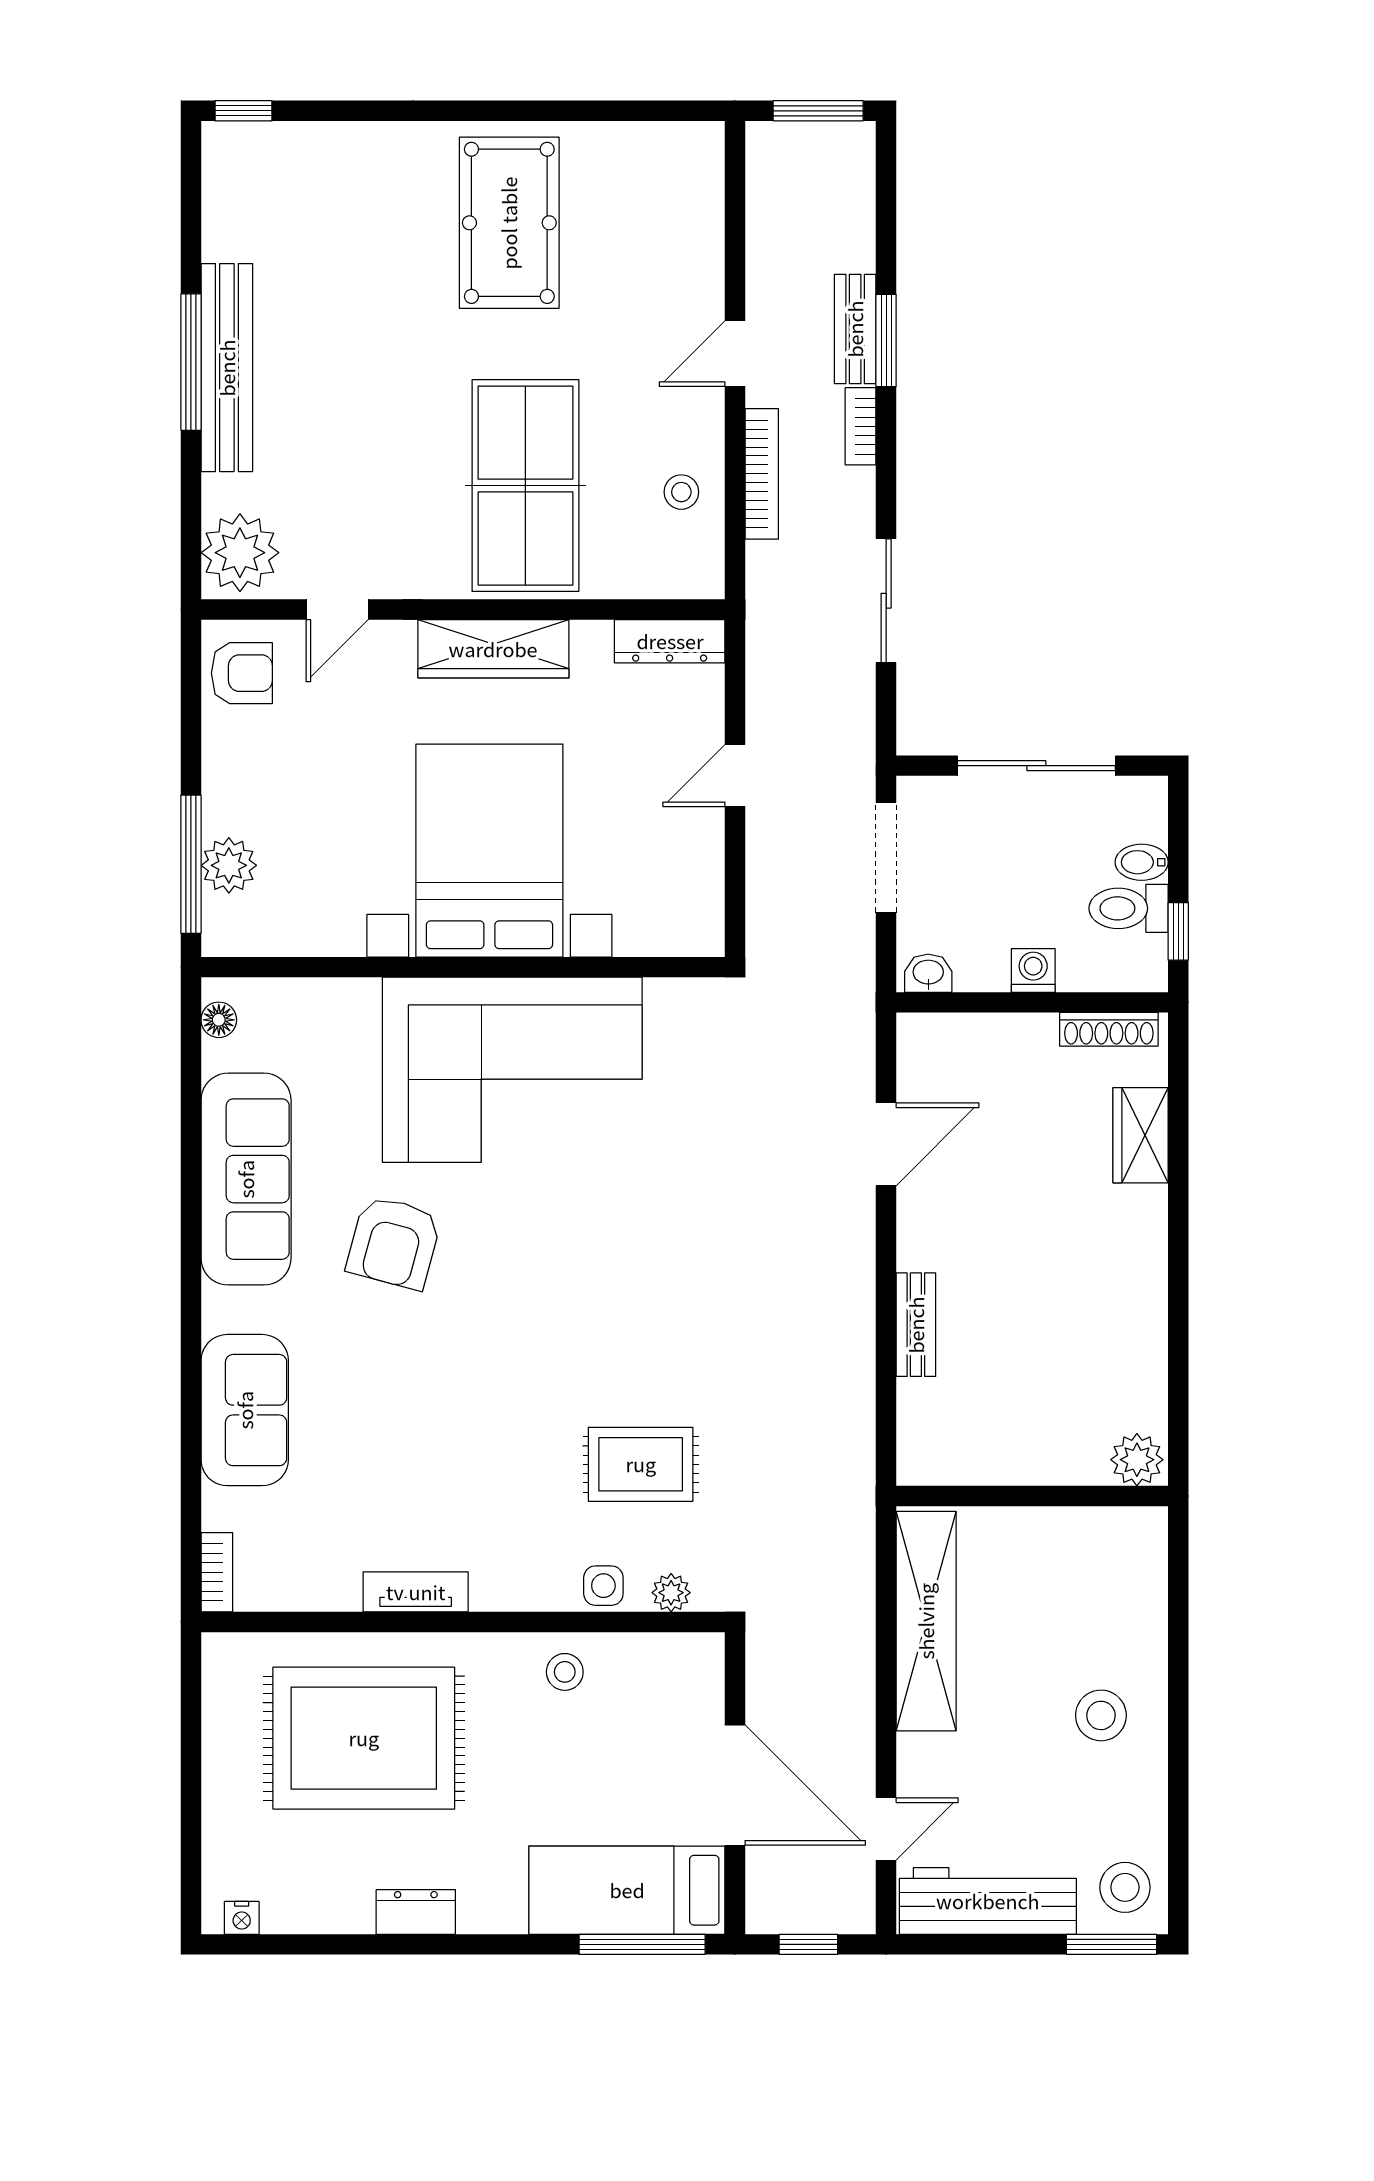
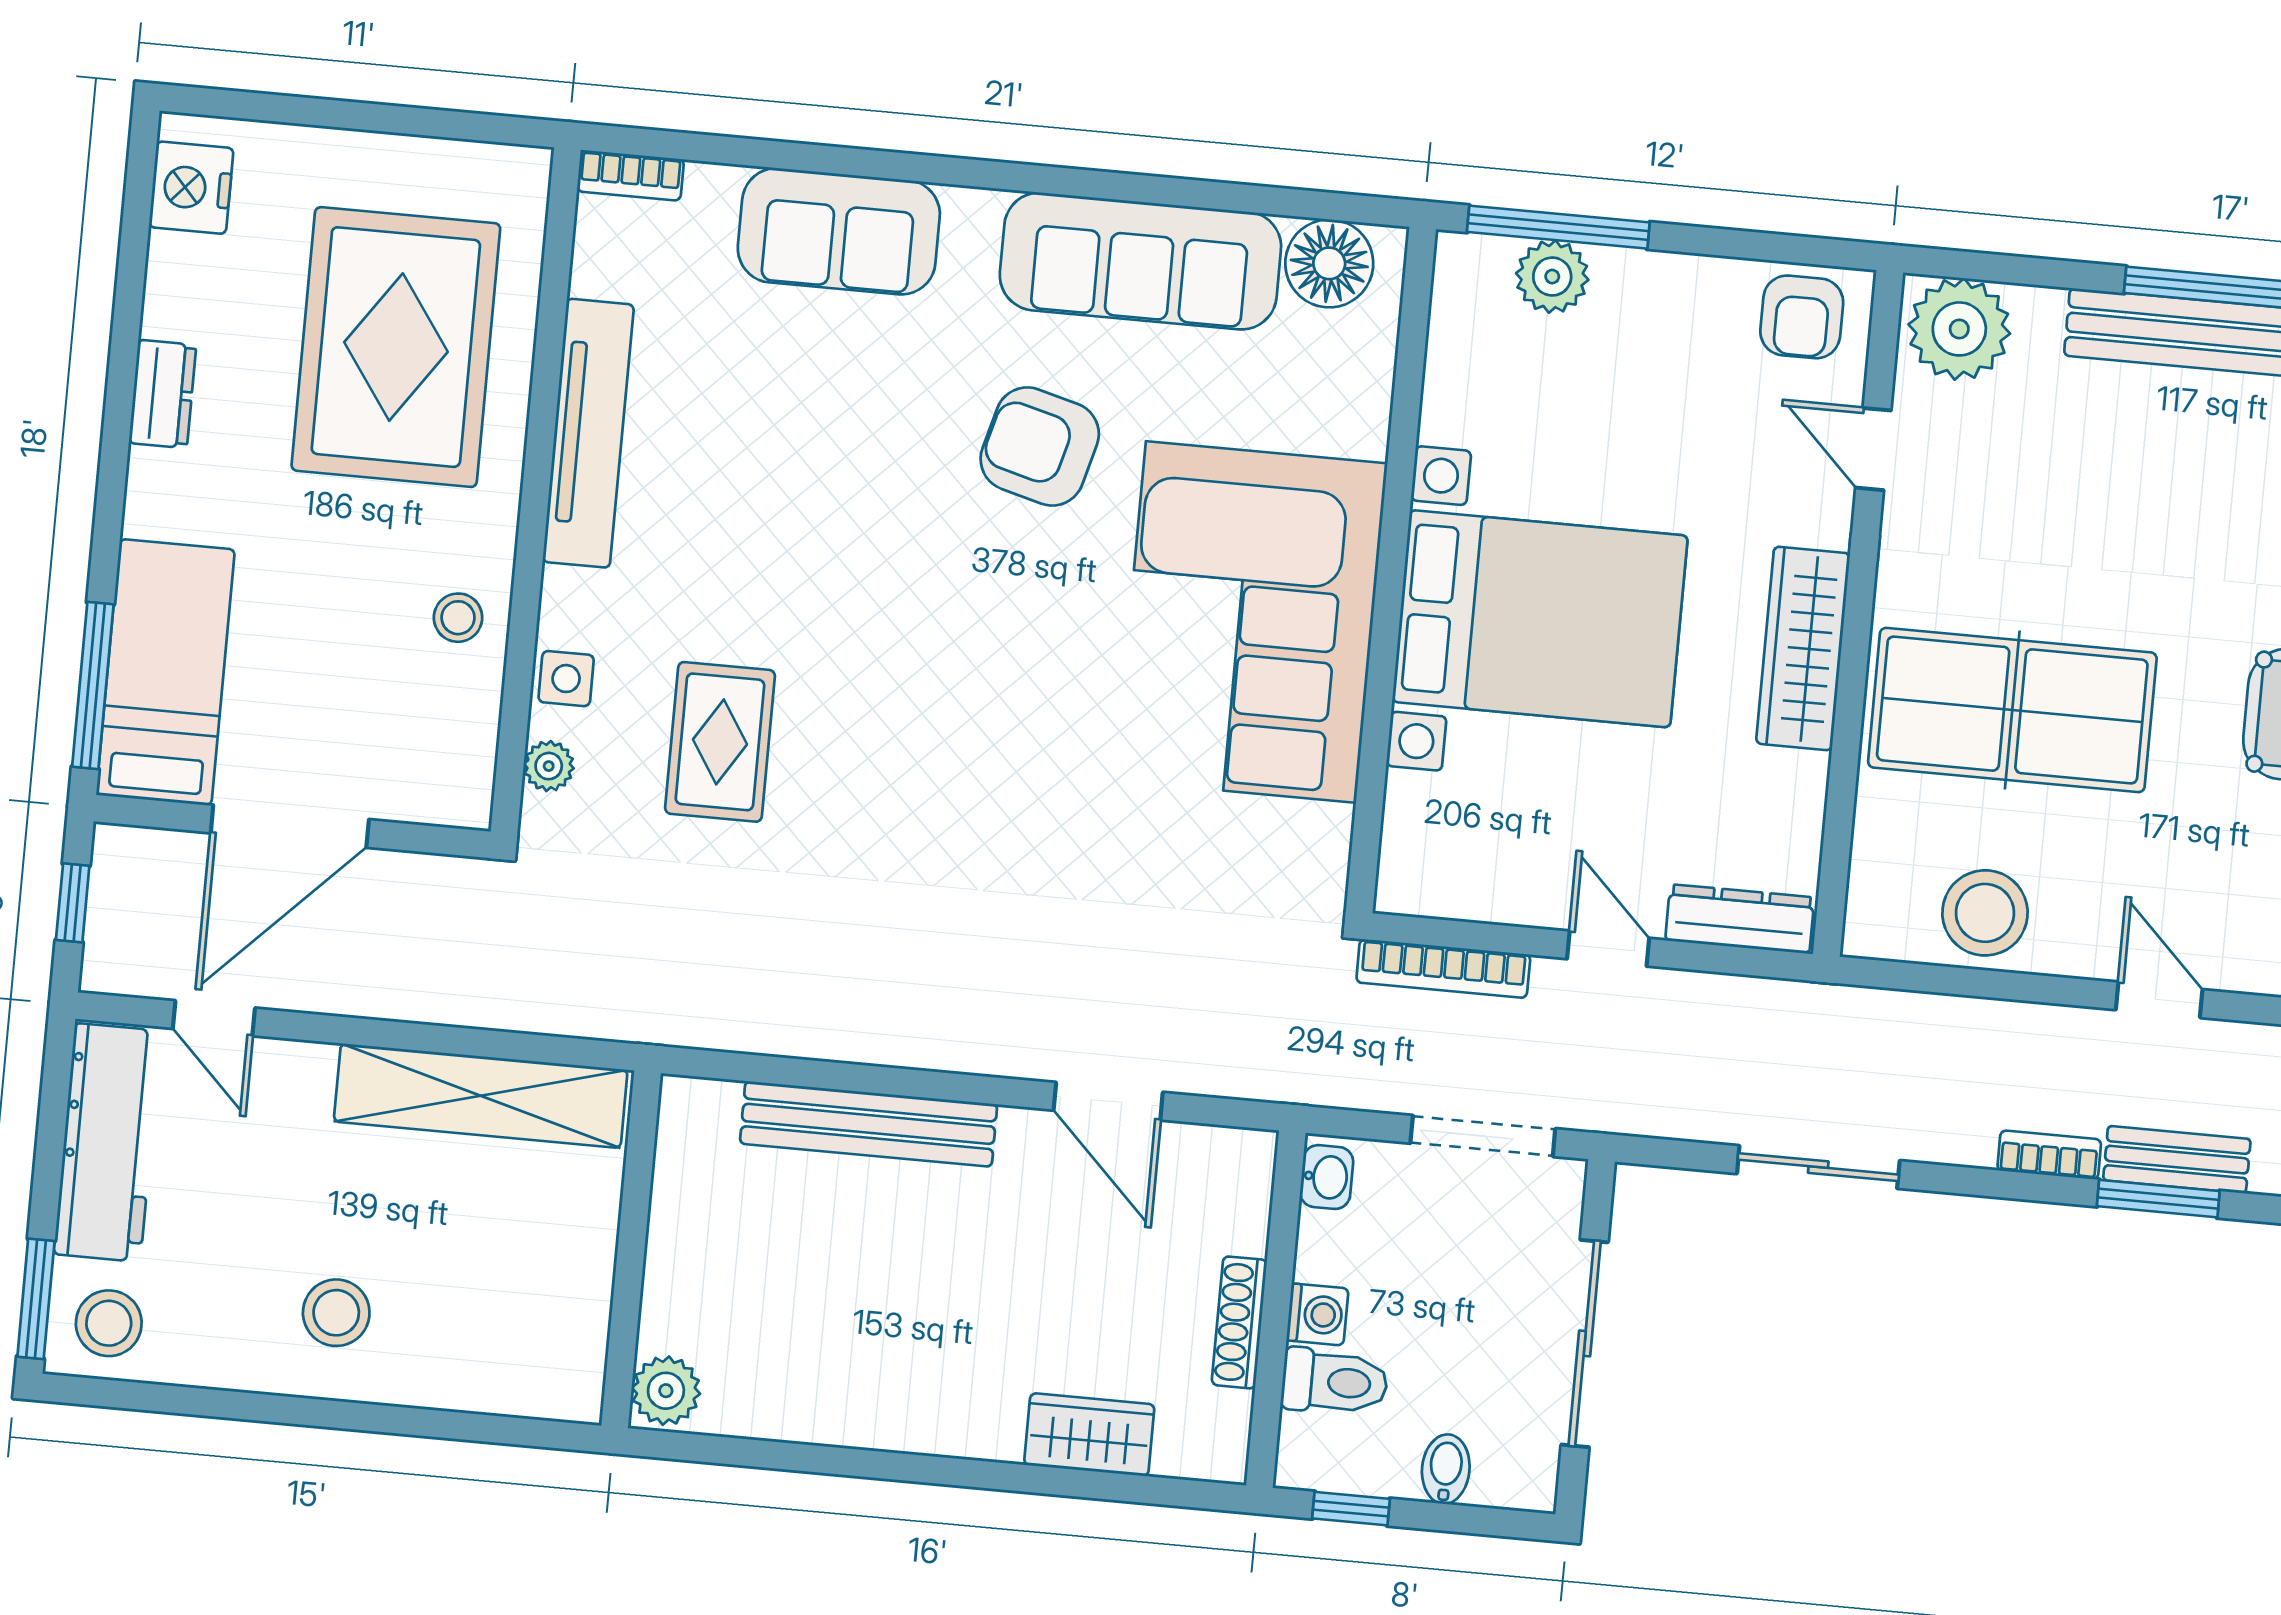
bookcase: (762, 474) -> (1443, 969), moved
stool: (681, 492) -> (1985, 913), width x1.89, depth x1.89
dresser: (670, 641) -> (1740, 919), moved, turned 90
toilet: (1129, 908) -> (1335, 1382), moved, turned 90
floor lamp: (219, 1020) -> (1329, 263), width x1.89, depth x1.89
shoe rack: (1109, 1029) -> (1239, 1322), moved
bench: (916, 1325) -> (869, 1124), width x1.86, depth x1.21
tv unit: (416, 1592) -> (588, 433), width x1.92, depth x1.29
nightstand: (242, 1918) -> (191, 188), width x1.89, depth x1.79

